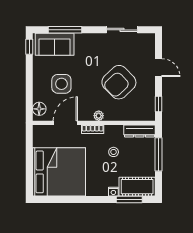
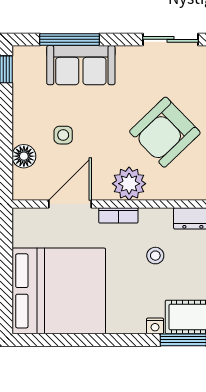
sofa: (55, 44) -> (81, 65), moved
side table: (61, 84) -> (63, 135), width x0.54, depth x0.54
floor lamp: (39, 109) -> (24, 156), moved
plant: (99, 116) -> (129, 184), width x1.87, depth x1.87

